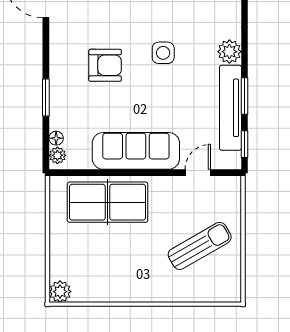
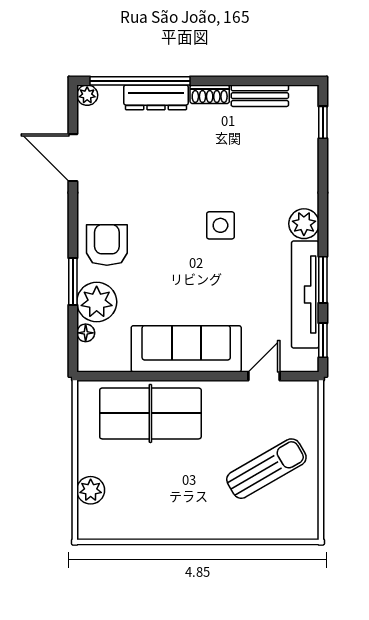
armchair: (105, 65) -> (107, 245), moved, turned -90
plant: (57, 155) -> (97, 302), moved, width x1.88, depth x1.88
plant: (60, 292) -> (91, 490), moved

